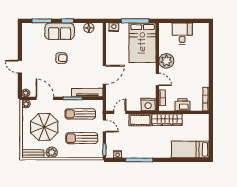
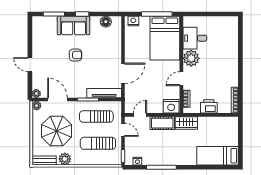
desk: (182, 34) -> (195, 38), moved, turned -90
door: (157, 80) -> (181, 79), swing flipped
wardrobe: (167, 120) -> (186, 123), width x0.67

